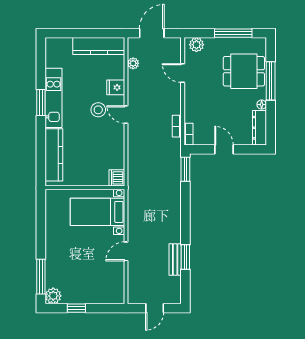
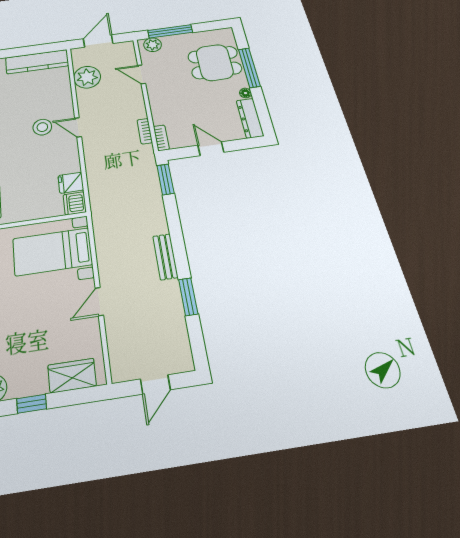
window: (233, 33) -> (170, 31), moved
plant: (133, 63) -> (87, 77), width x1.87, depth x1.87
fridge: (116, 87) -> (71, 183), moved
bench: (175, 260) -> (165, 257), moved
wardrobe: (103, 295) -> (72, 376), added

